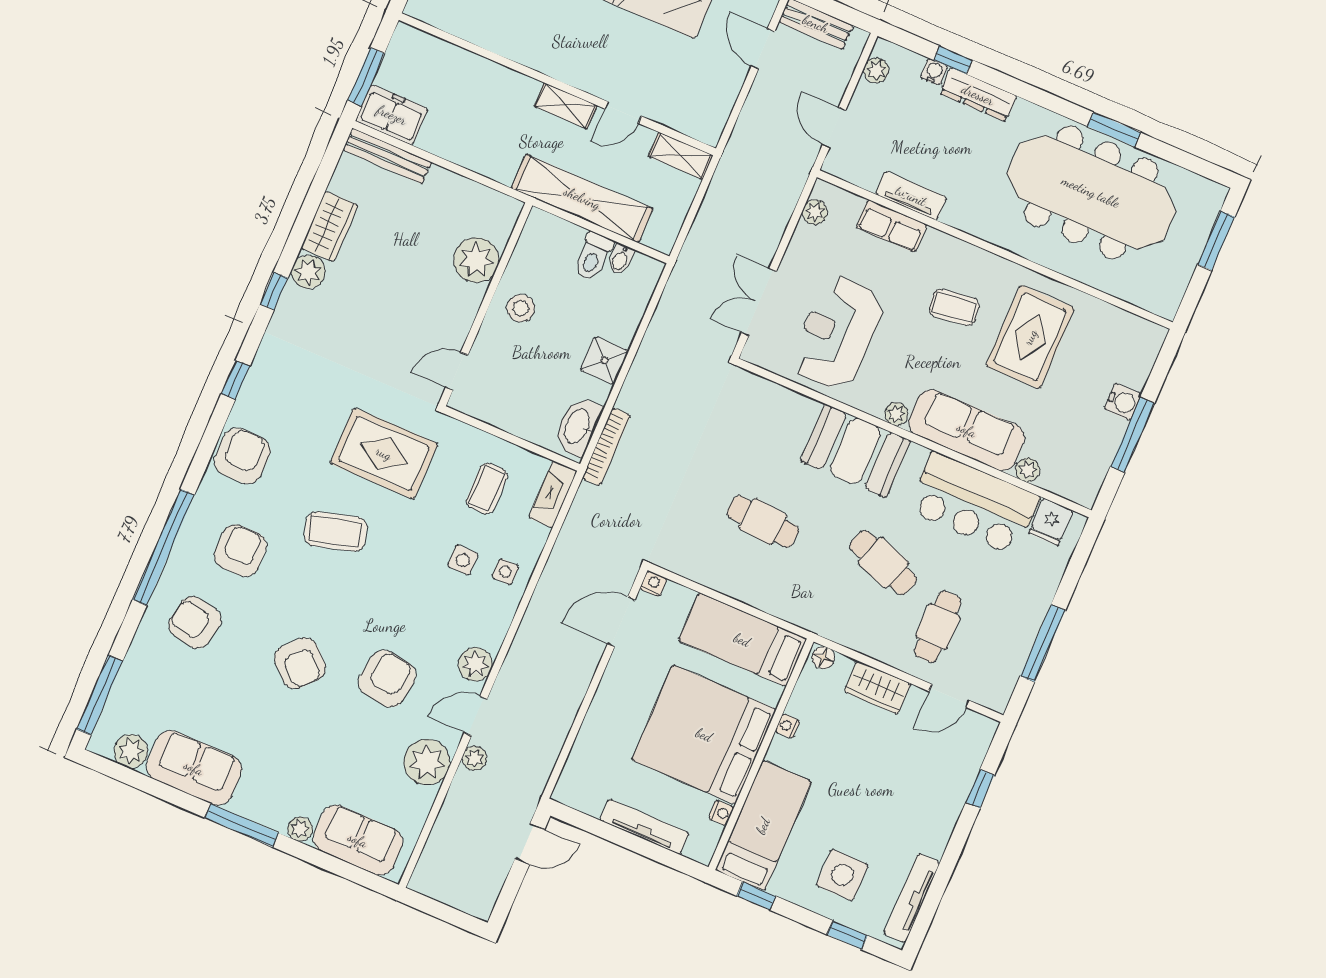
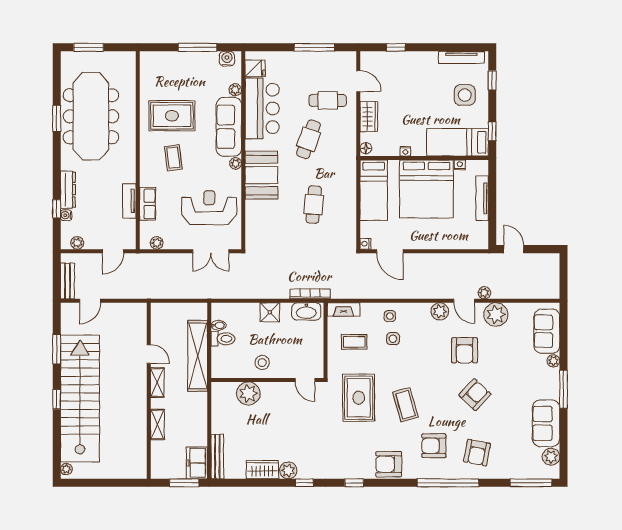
shelving: (681, 156) -> (157, 425), moved
reception desk: (837, 333) -> (209, 208), turned 180
water cooler: (1123, 402) -> (227, 59), moved
armchair: (387, 679) -> (465, 350), turned -98

